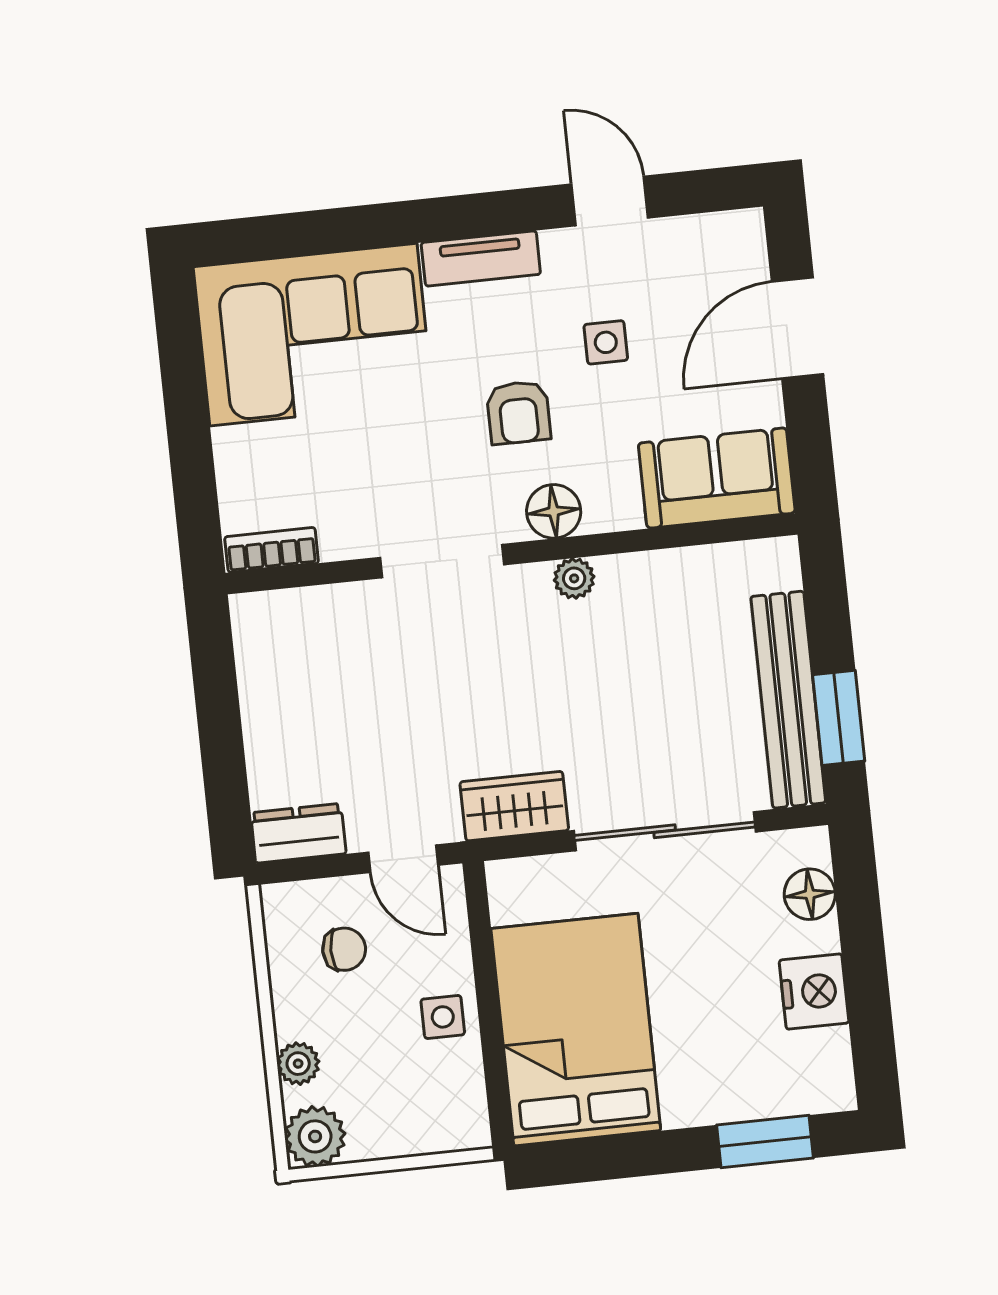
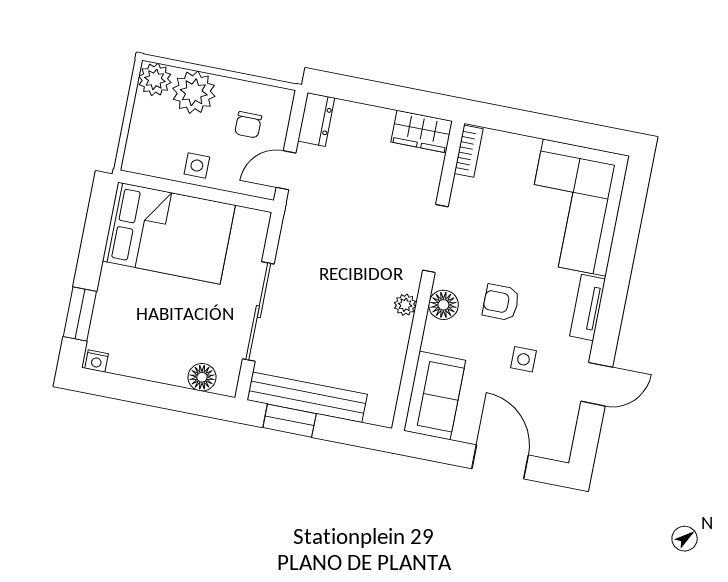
wardrobe: (514, 806) -> (422, 132), moved, turned 90
nightstand: (814, 992) -> (97, 361), moved, width x0.53, depth x0.56
plant: (298, 1064) -> (194, 92), width x1.87, depth x1.87

